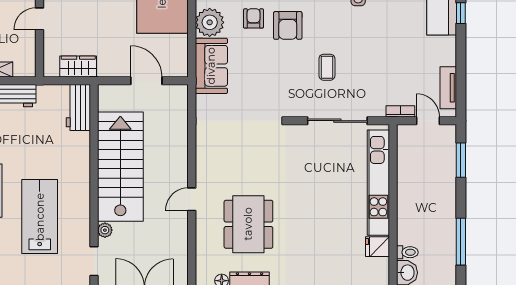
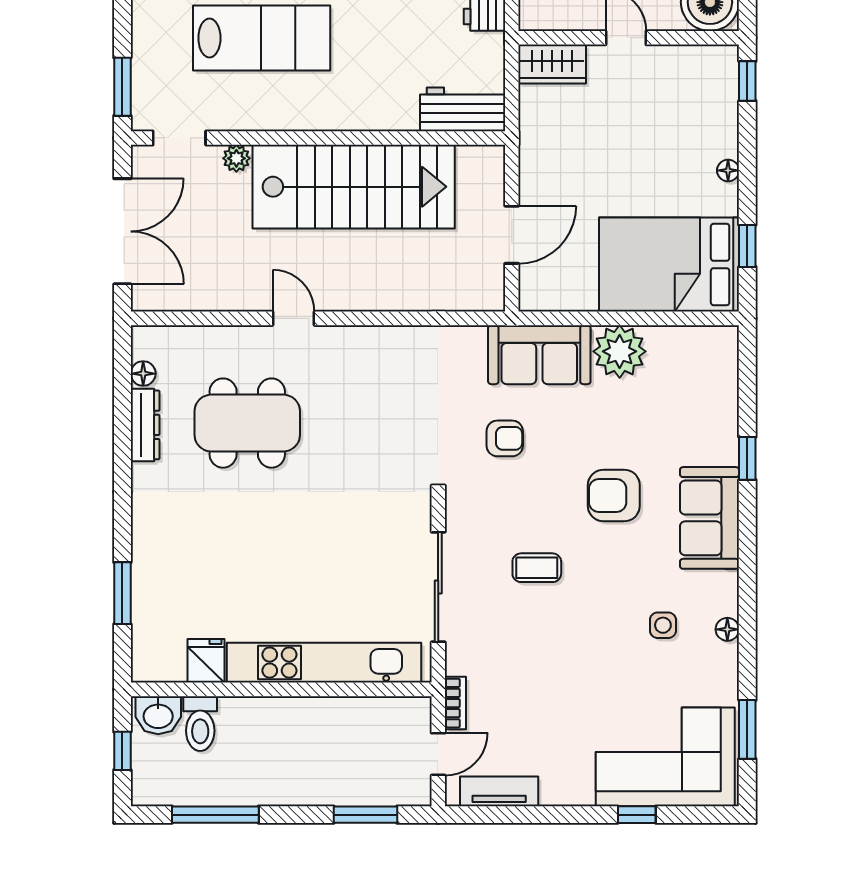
armchair: (253, 18) -> (505, 438), moved
wardrobe: (78, 67) -> (552, 64), moved, turned 90
toilet: (407, 252) -> (200, 724), width x1.37, depth x1.39

